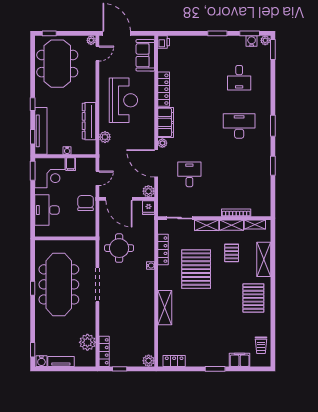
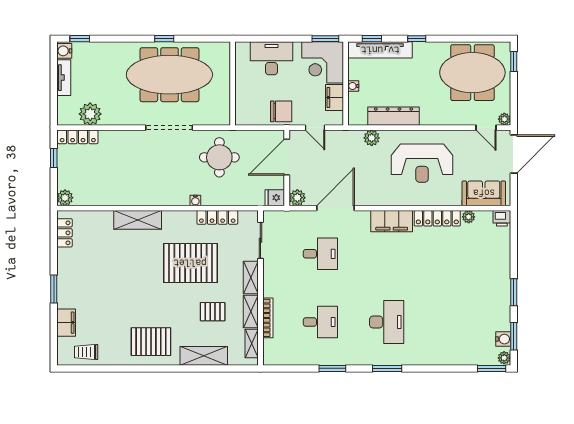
desk: (239, 78) -> (320, 322), moved, turned 180
plant: (162, 143) -> (469, 217), moved
filing cabinet: (71, 164) -> (335, 98), width x2.00

